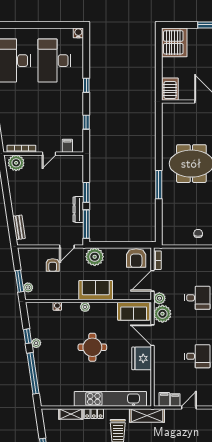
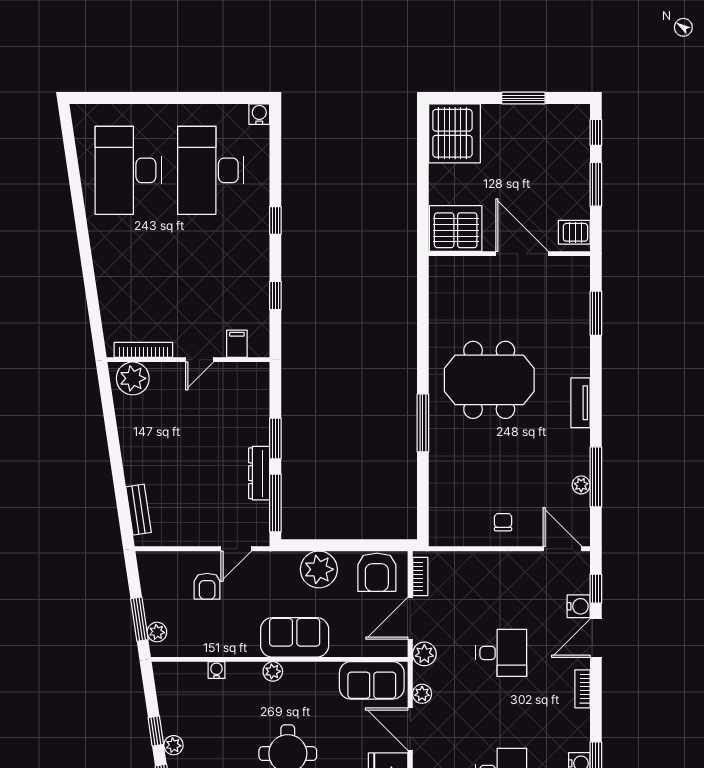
server rack: (170, 89) -> (456, 228), width x1.60
plant: (95, 257) -> (319, 569), moved
plant: (162, 314) -> (422, 694), width x0.53, depth x0.53

